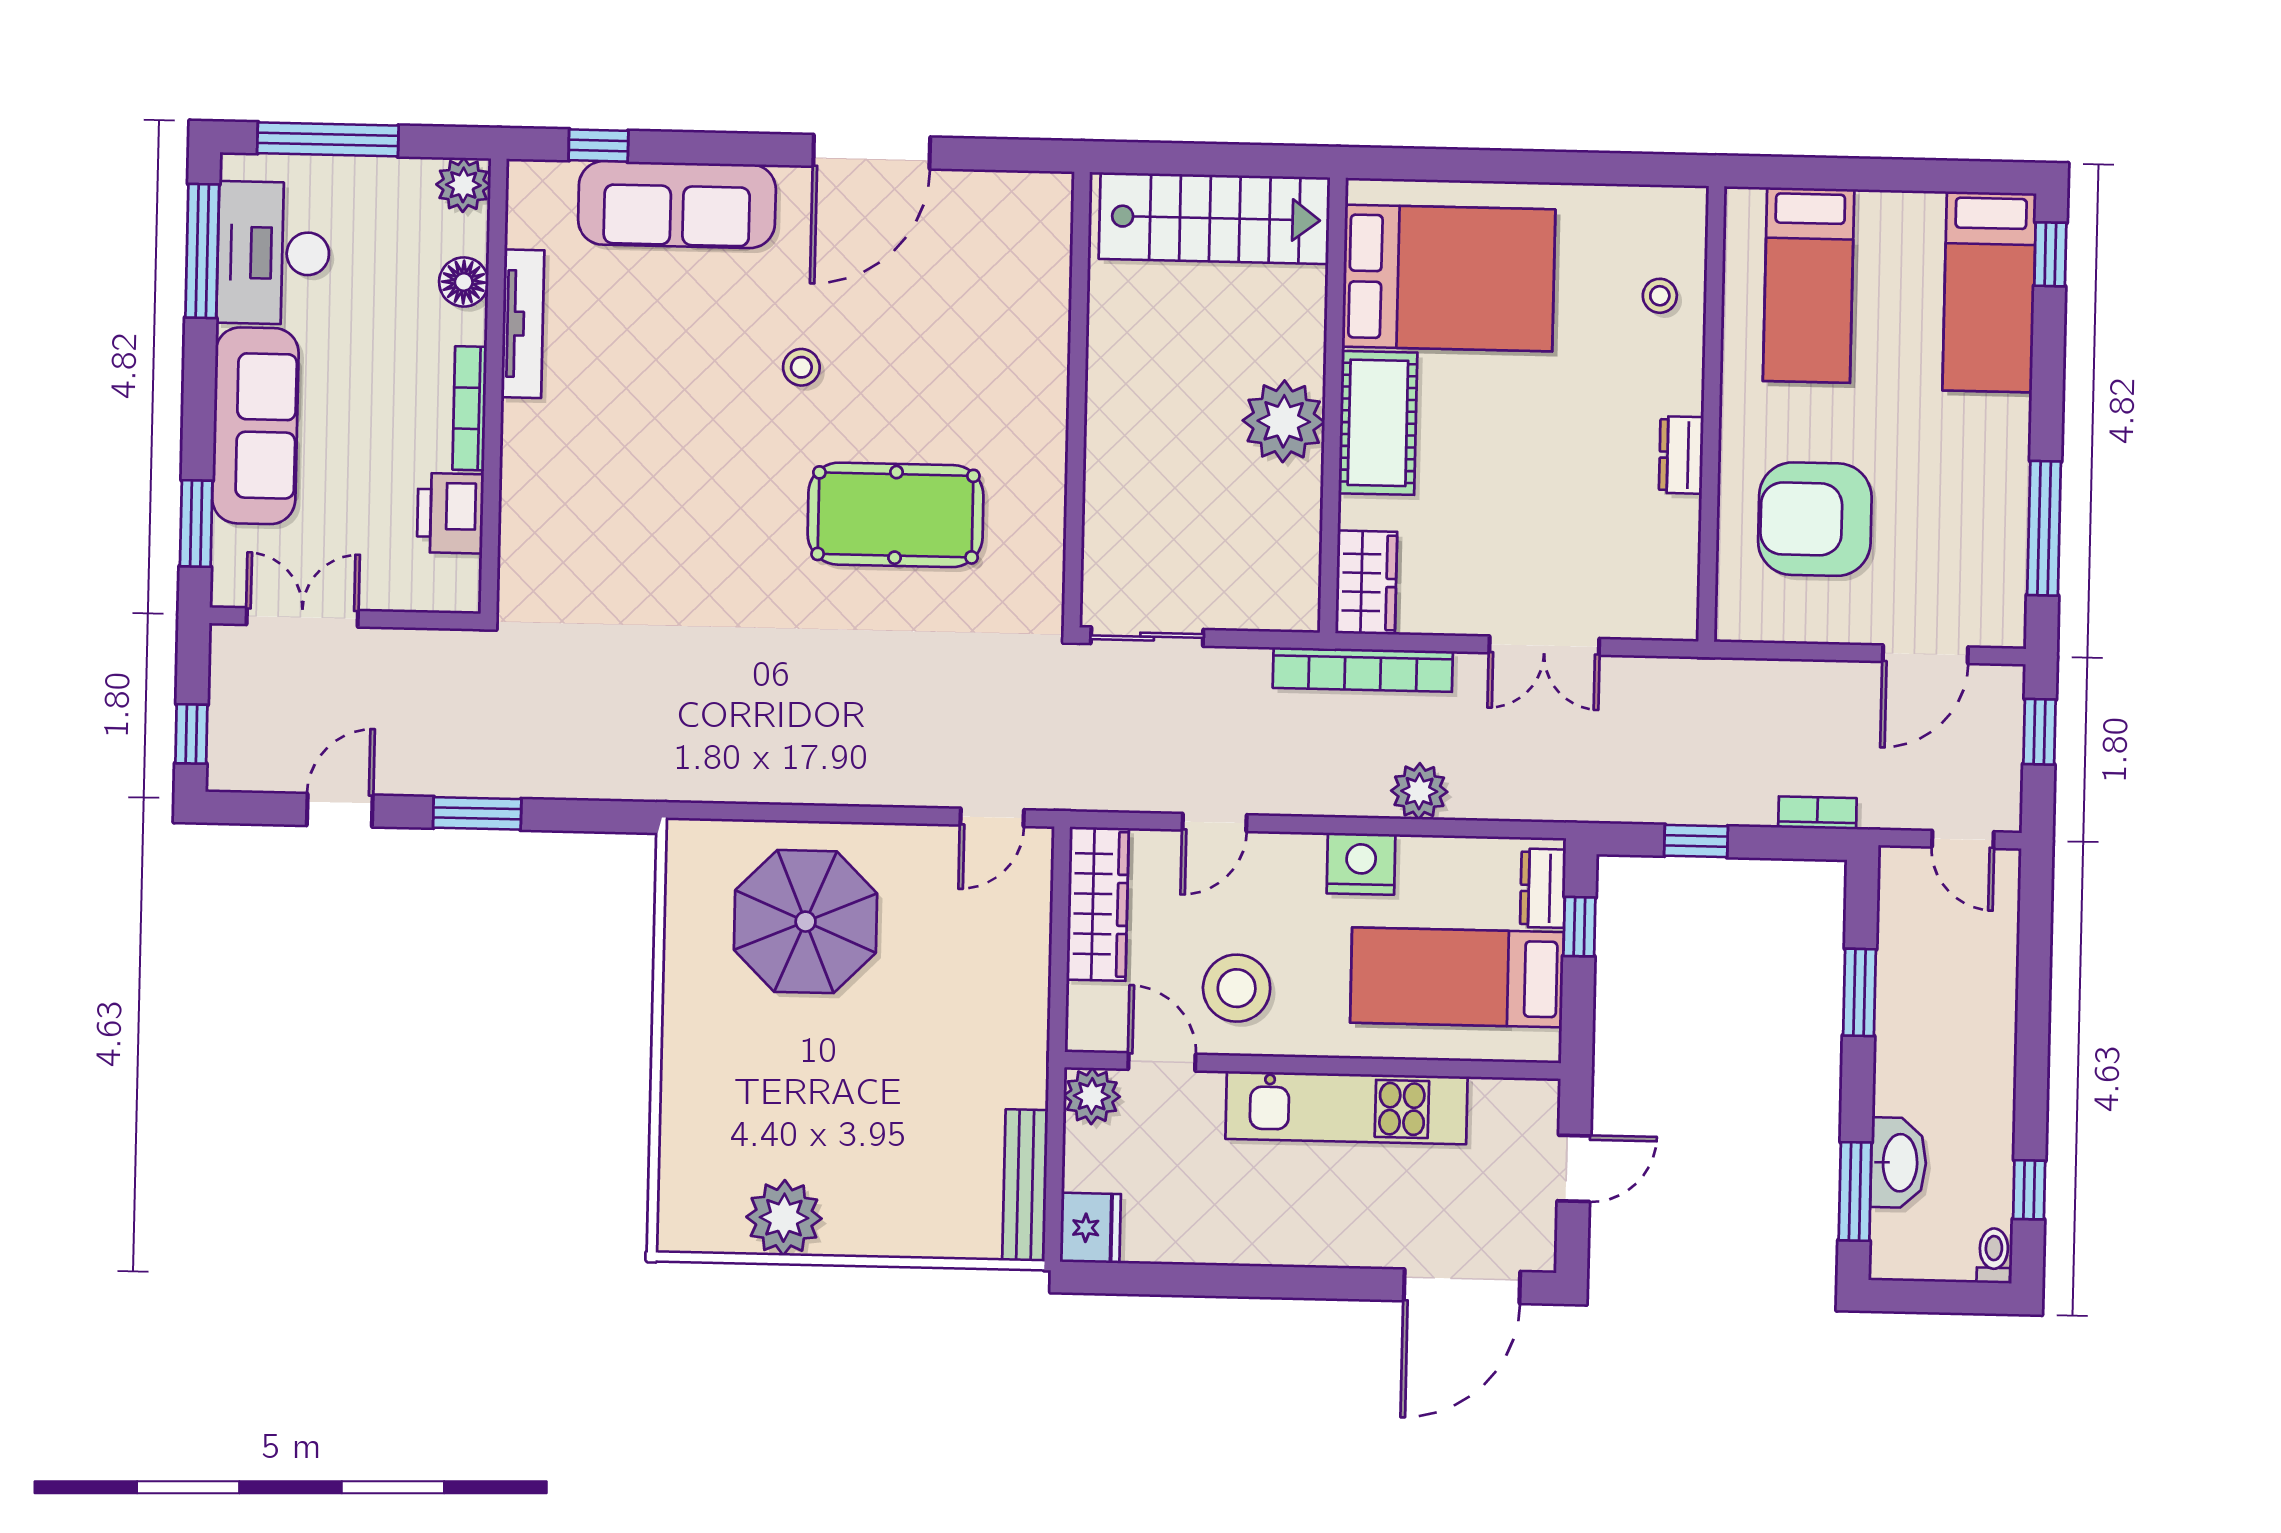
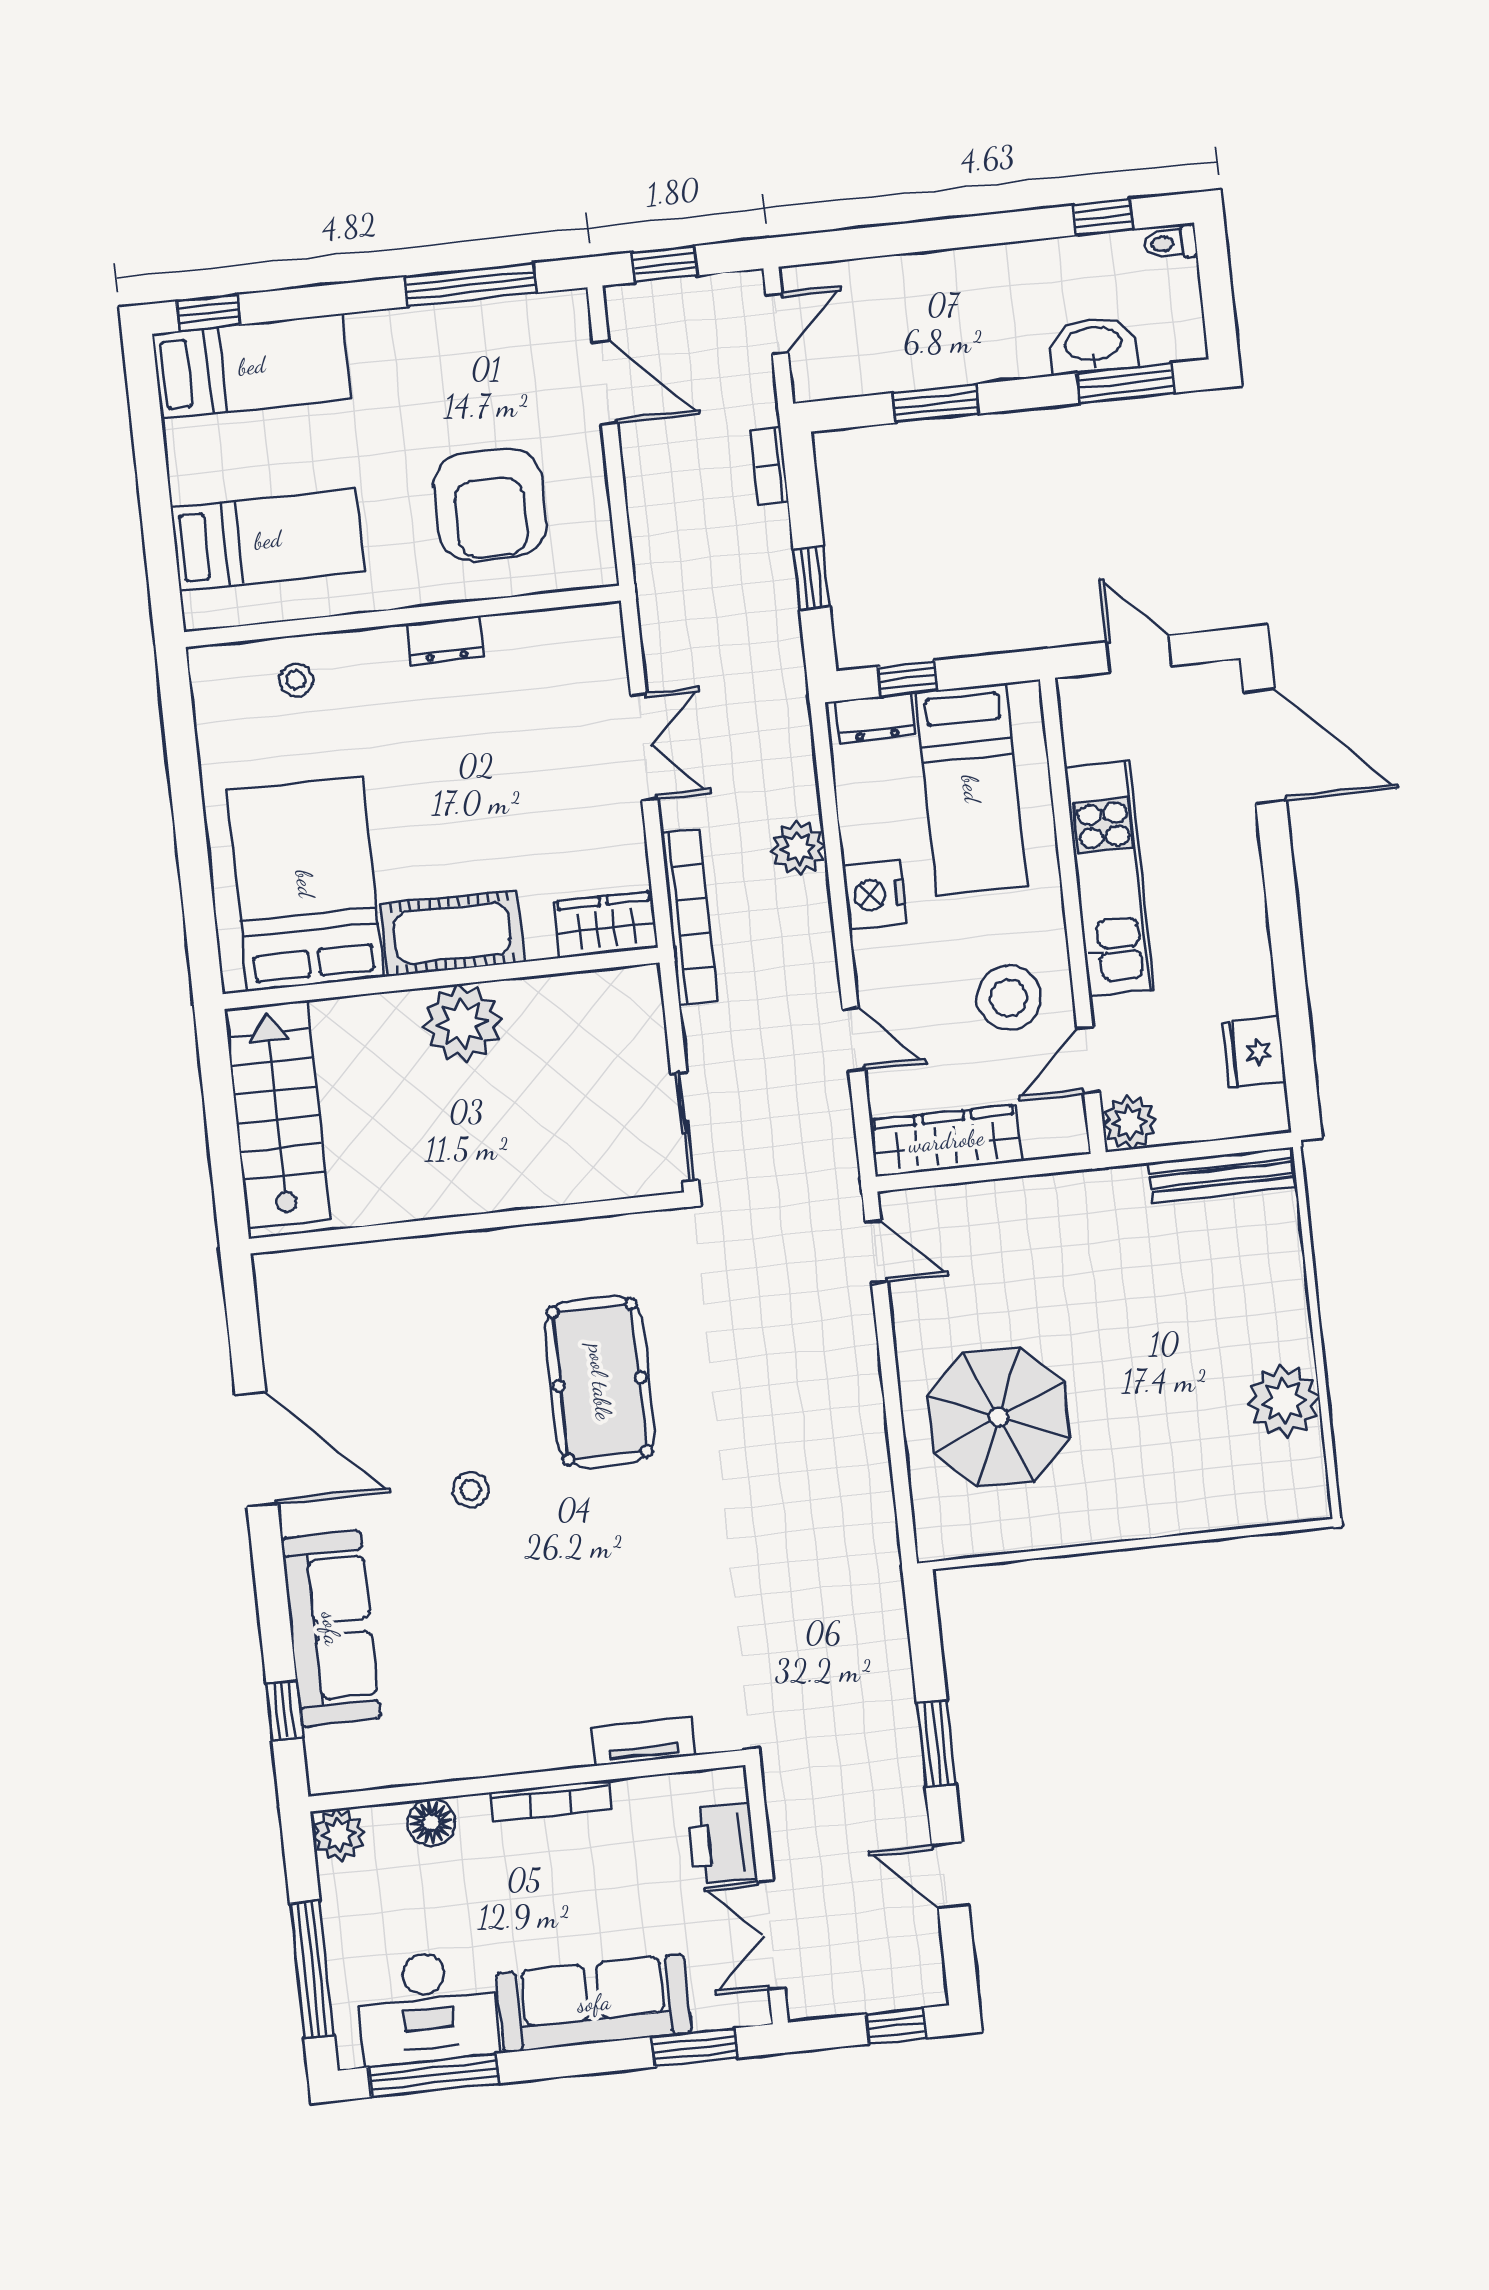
tv unit: (523, 324) -> (643, 1742), moved, width x0.71
printer: (450, 513) -> (722, 1844), moved, turned 90
fridge: (1090, 1228) -> (1254, 1052), moved, turned -90

